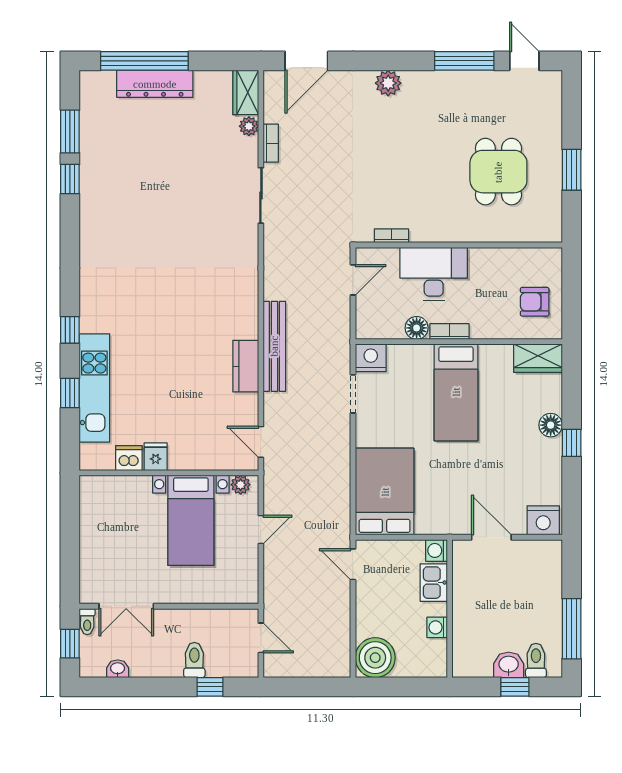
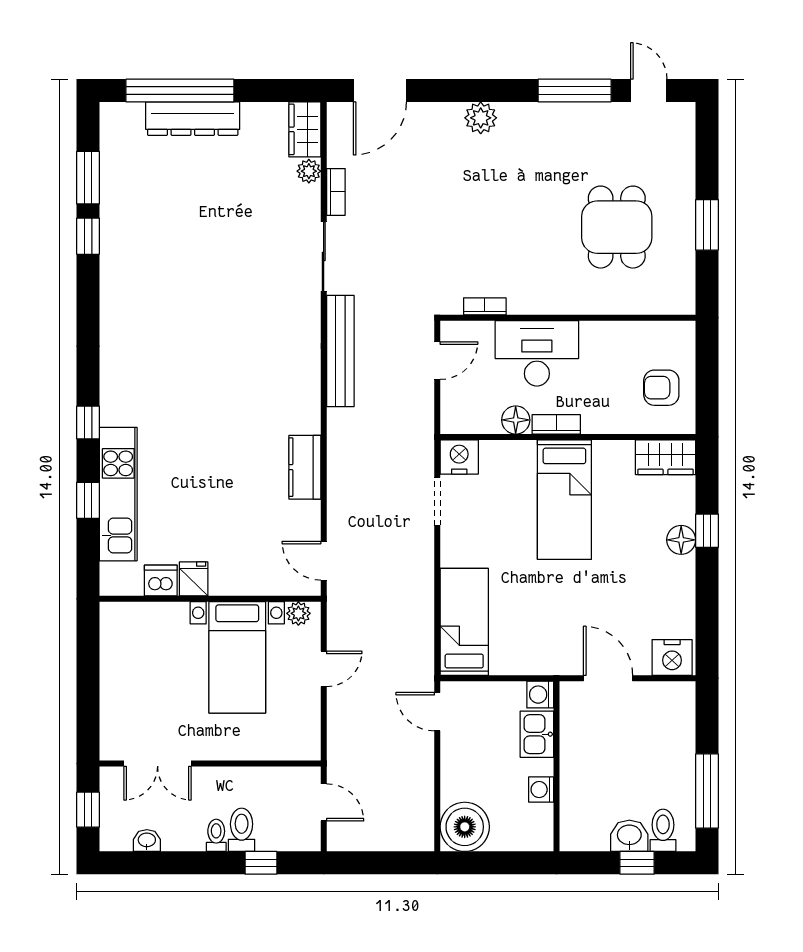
bench: (274, 346) -> (340, 351), moved
window: (572, 443) -> (707, 531), moved
bed: (385, 492) -> (464, 622), width x0.67
toilet: (87, 622) -> (216, 835), moved, turned 180

